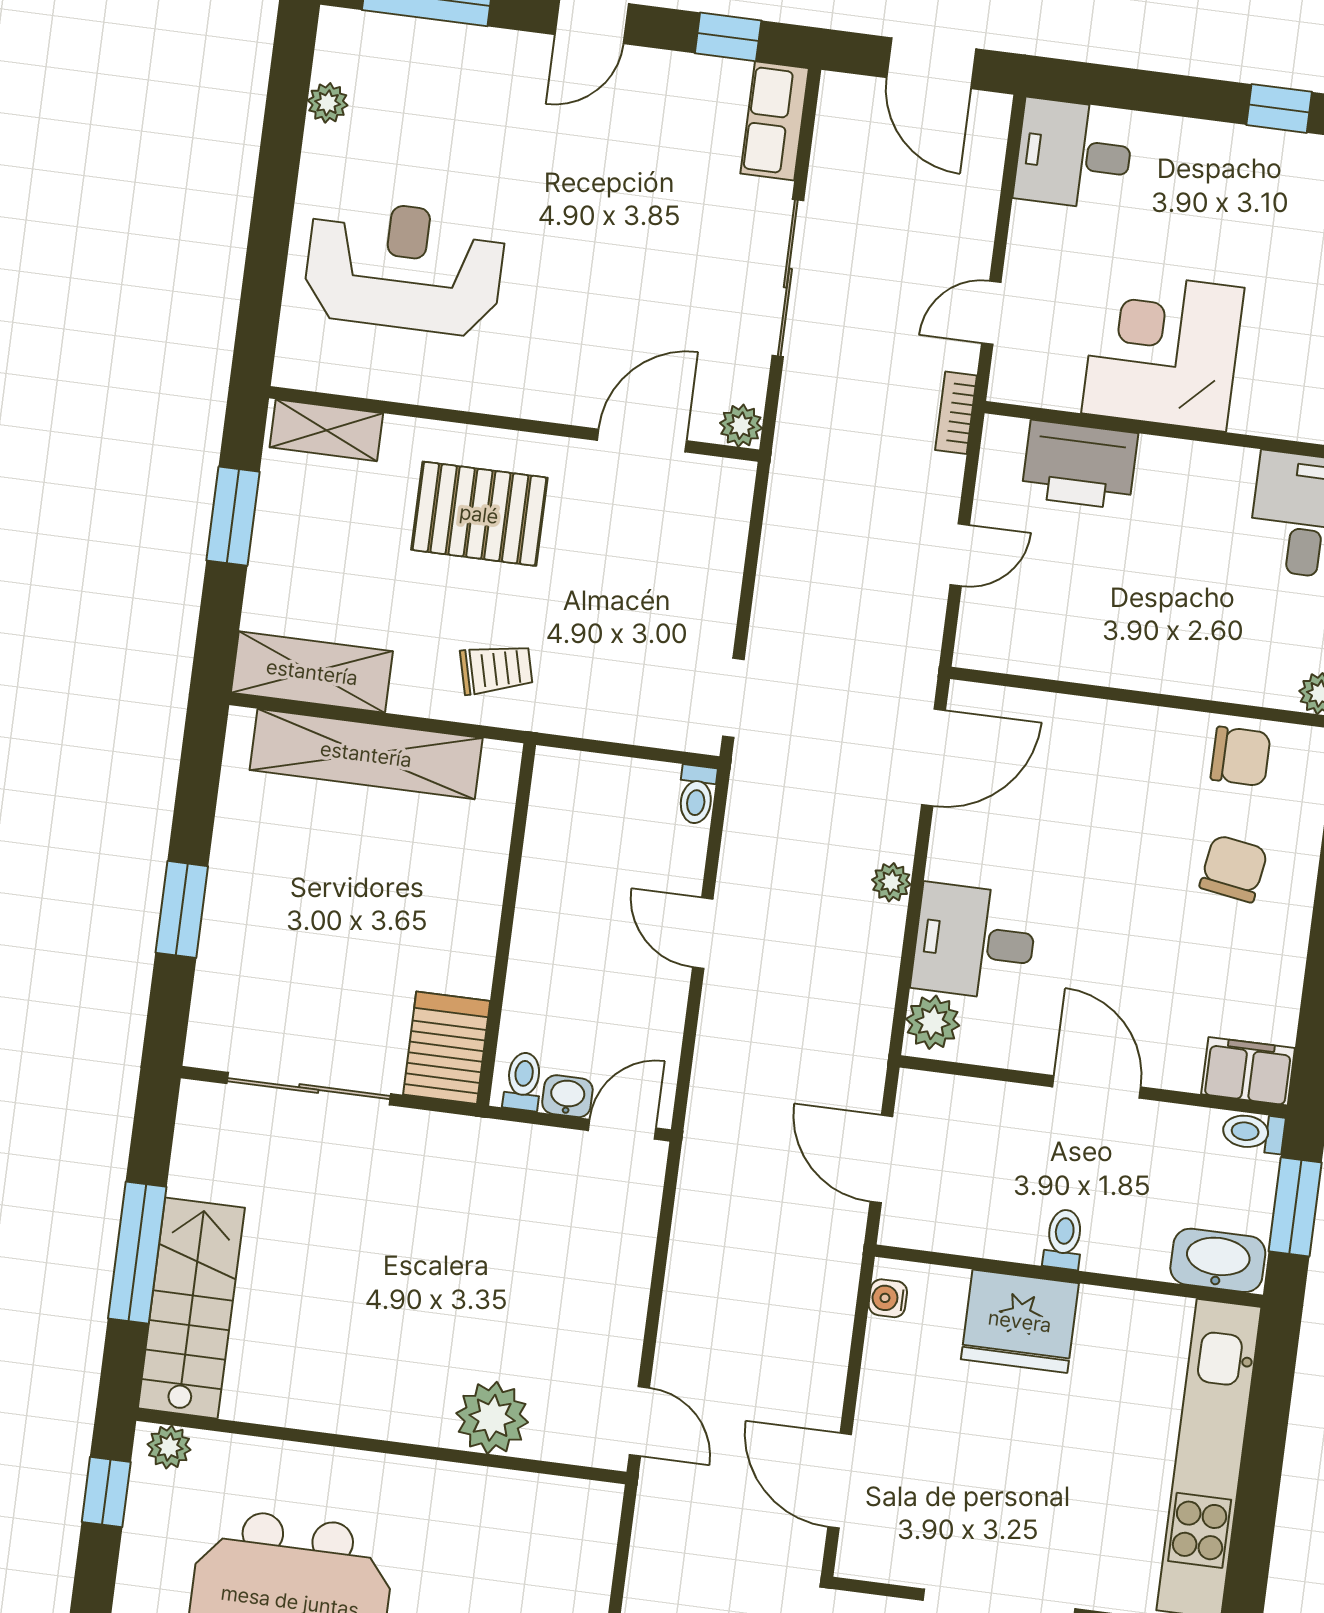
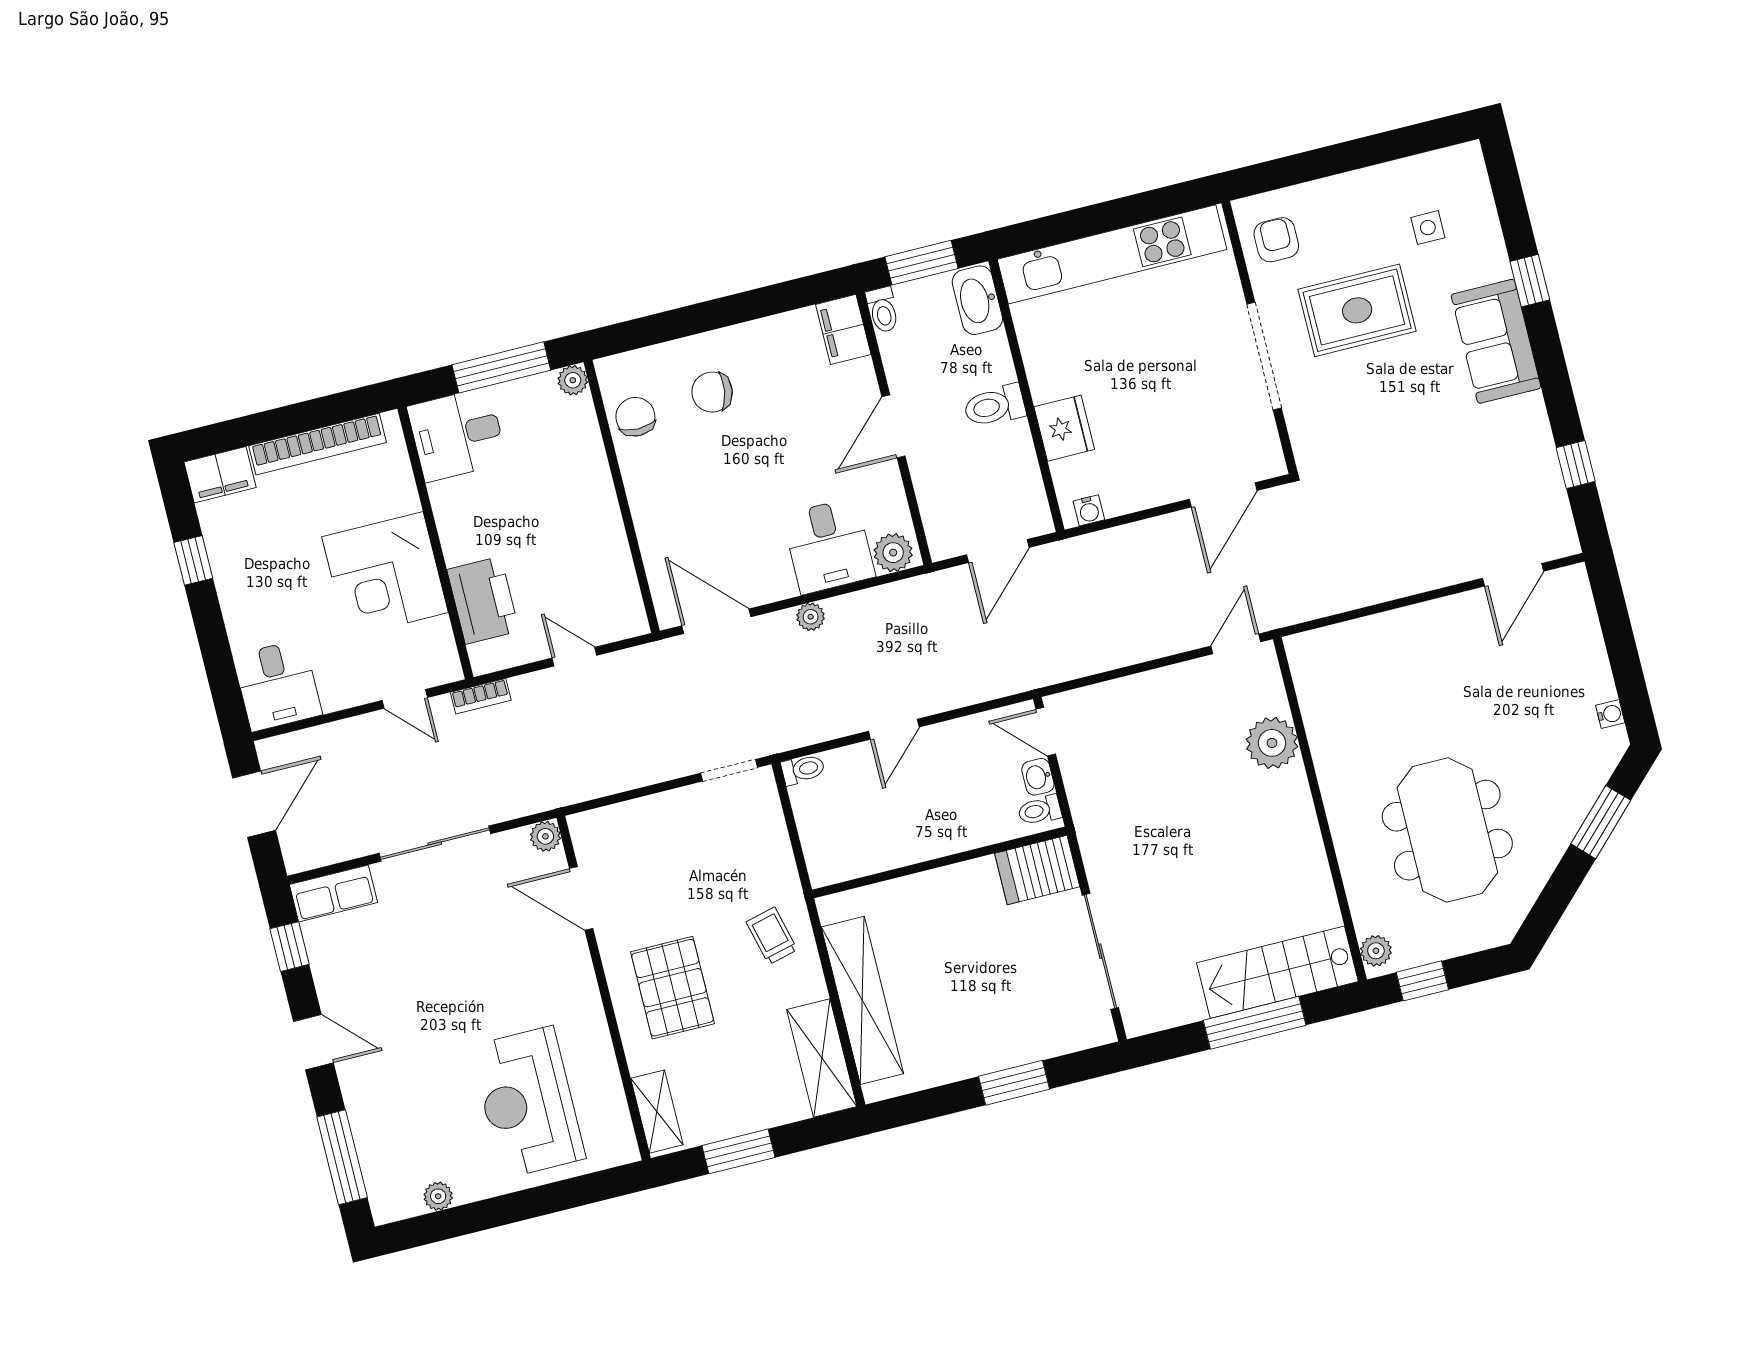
toilet: (1064, 1239) -> (994, 406), width x1.37, depth x1.39
fridge: (1020, 1321) -> (1064, 428), width x0.73, depth x0.75

